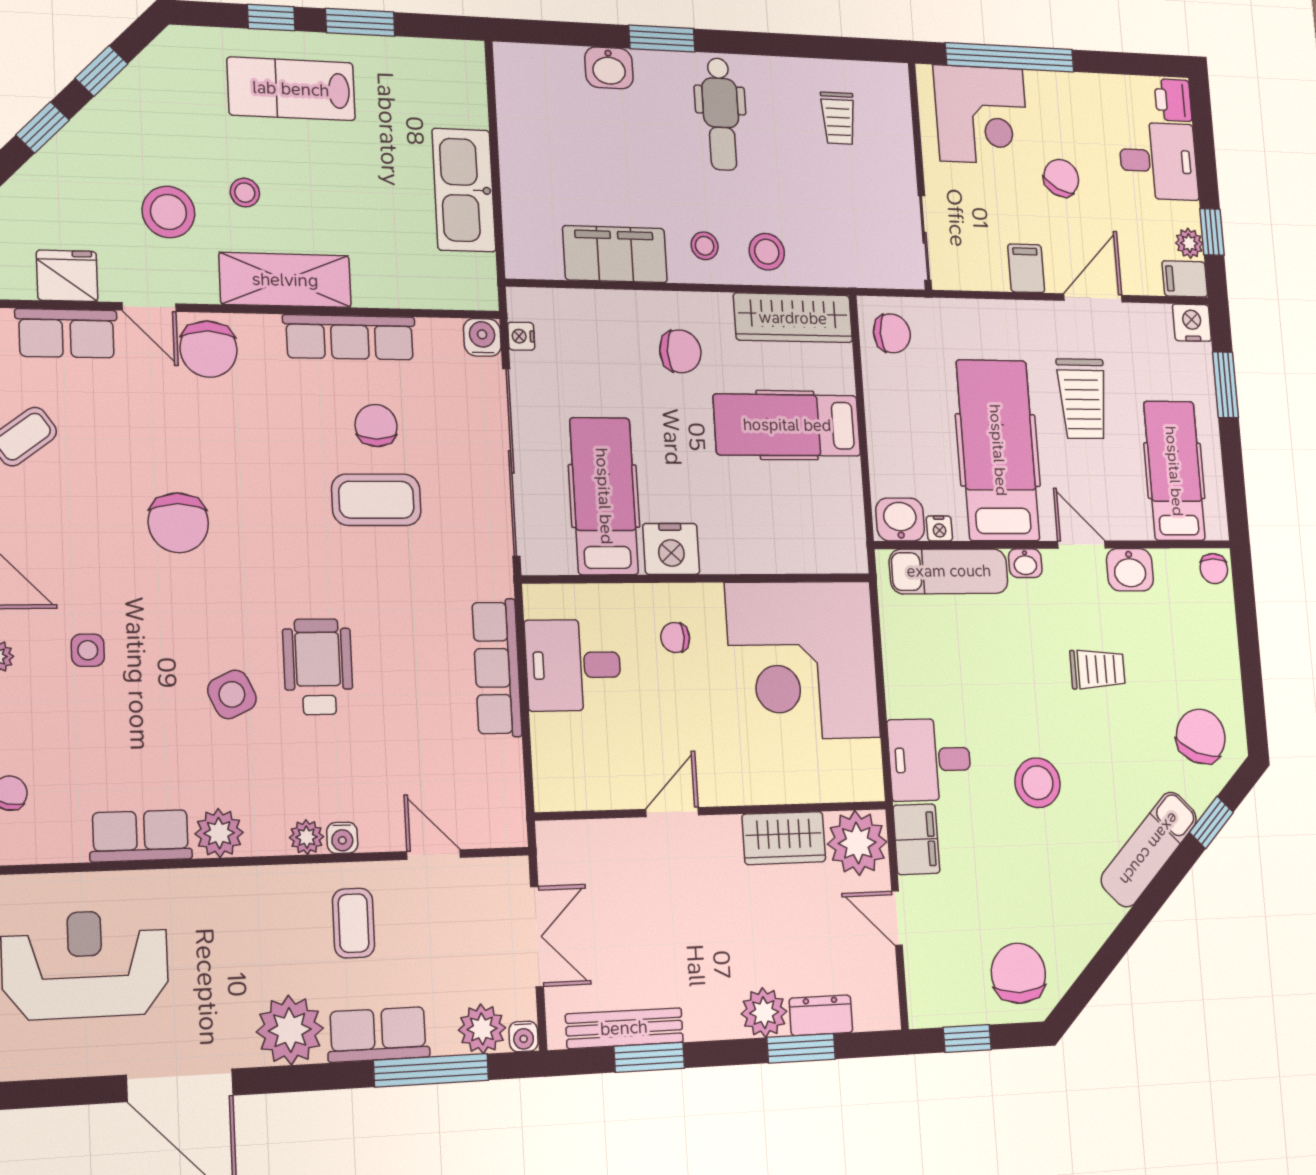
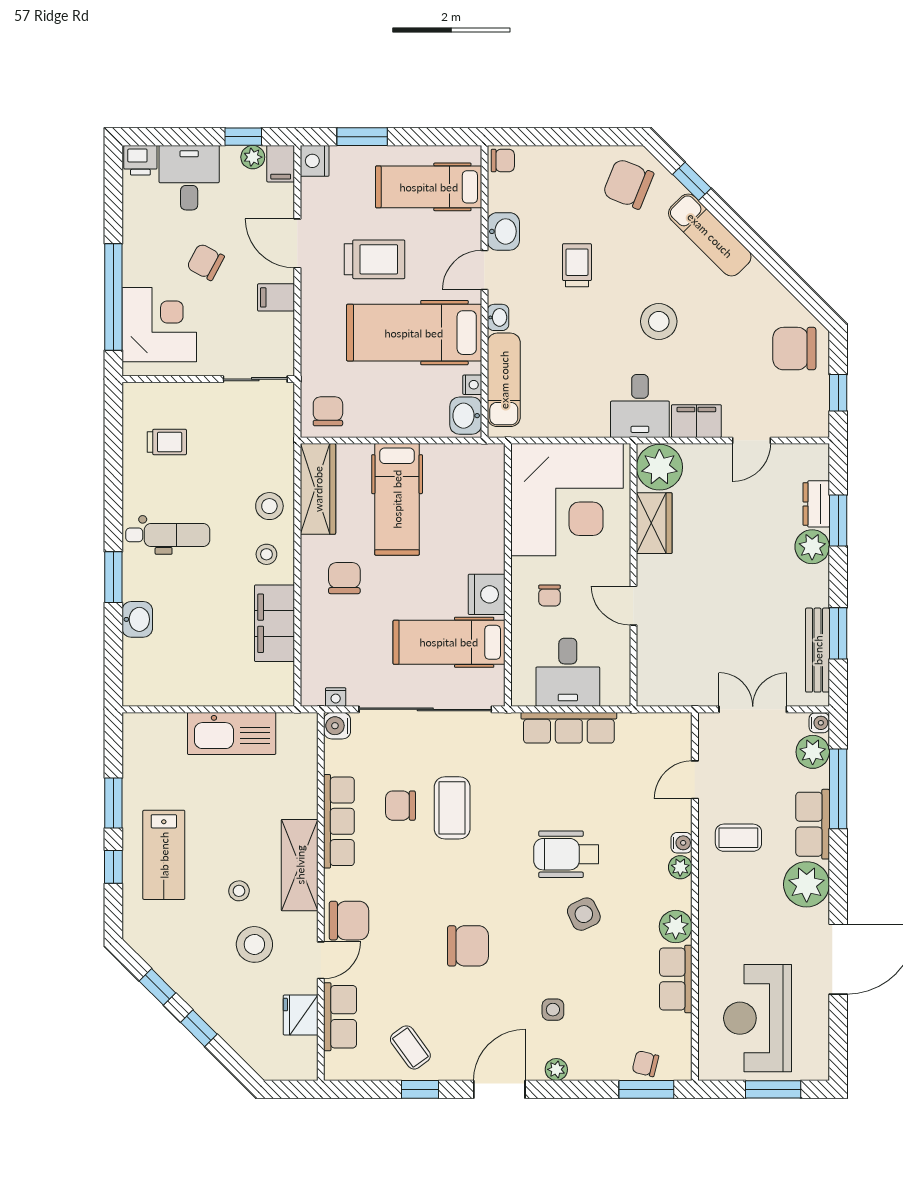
wall: (713, 811) -> (633, 575), moved
door: (672, 812) -> (633, 606), moved
wardrobe: (784, 838) -> (654, 523), moved
plant: (857, 843) -> (659, 467), moved

